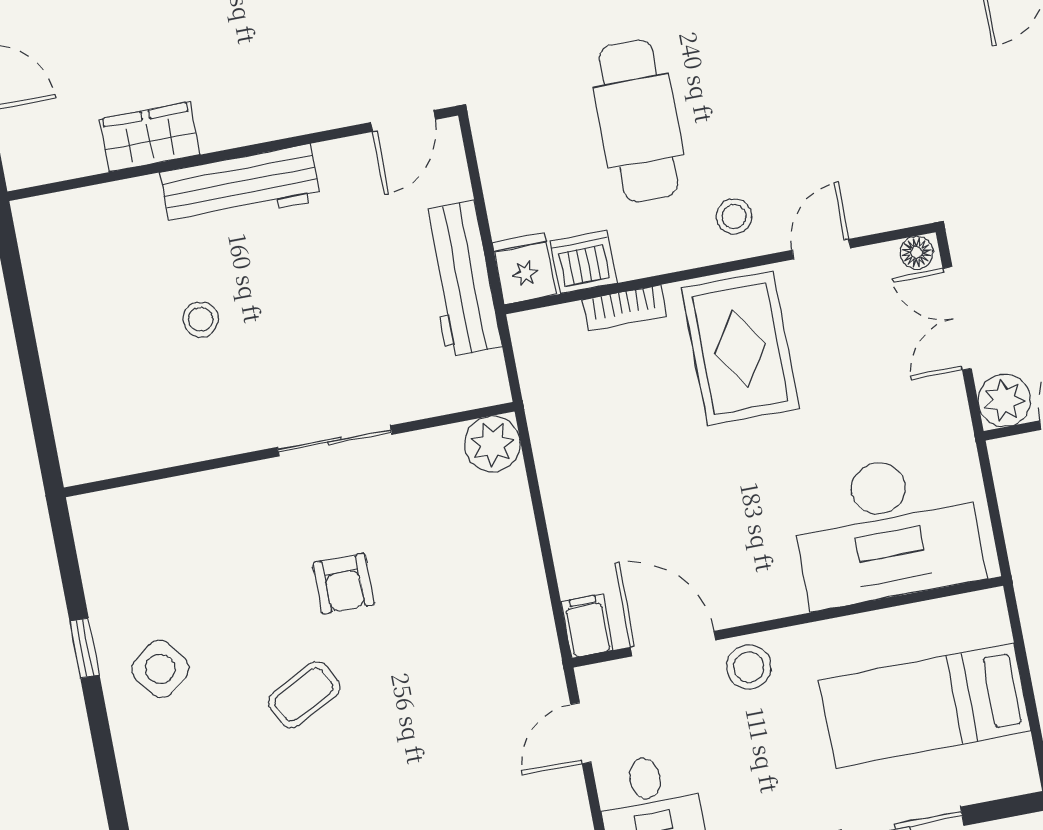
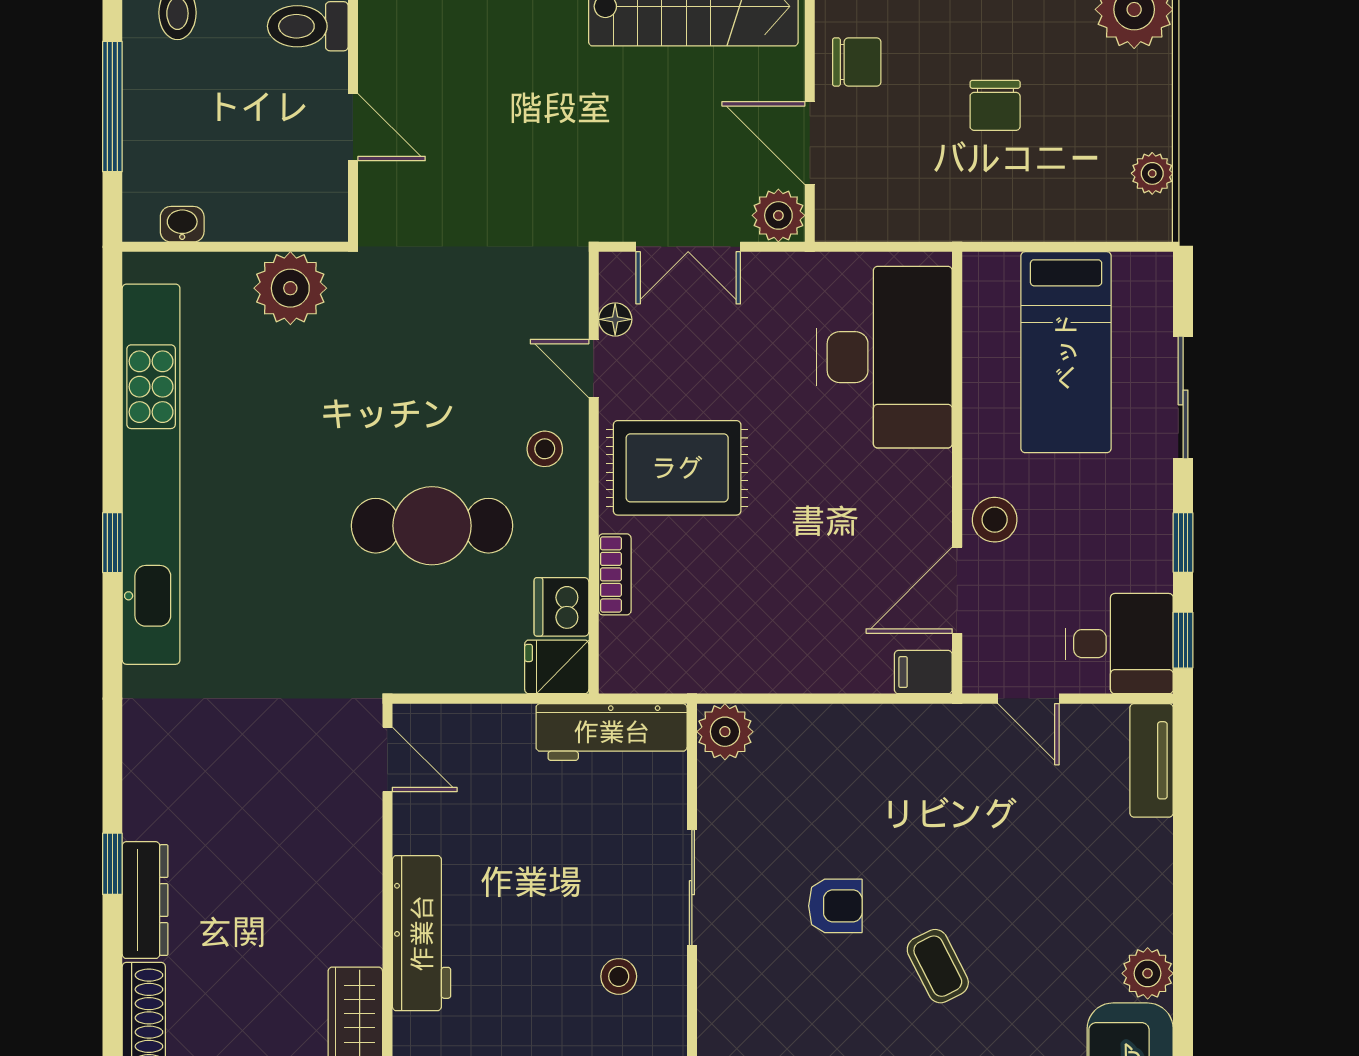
floor lamp: (917, 253) -> (615, 319), moved
workbench: (461, 279) -> (612, 732), moved
stool: (201, 319) -> (619, 976), moved

